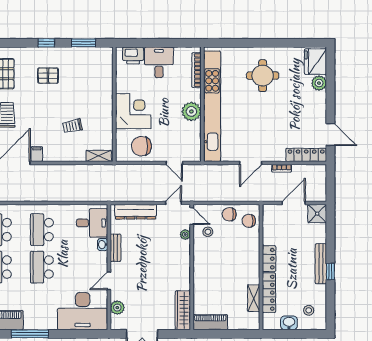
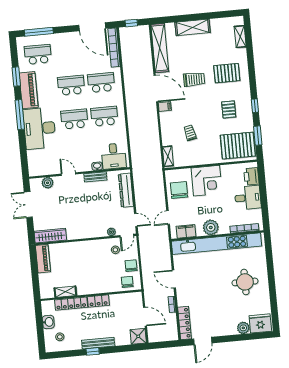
pallet: (94, 69) -> (238, 146), added
filing cabinet: (193, 142) -> (186, 231), added
desk: (83, 311) -> (39, 128), moved

